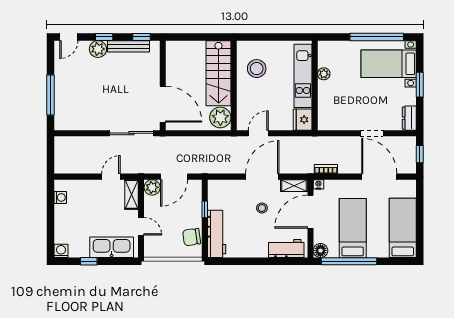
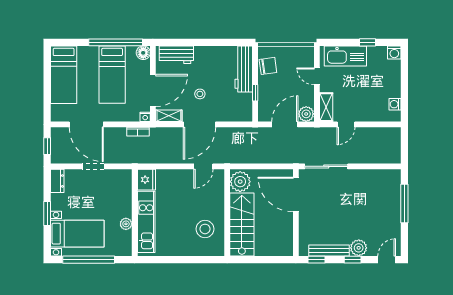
plant: (324, 74) -> (126, 224), moved
kitchen unit: (303, 76) -> (146, 222), moved
wall: (315, 85) -> (135, 213), moved
fridge: (303, 120) -> (146, 180), moved

